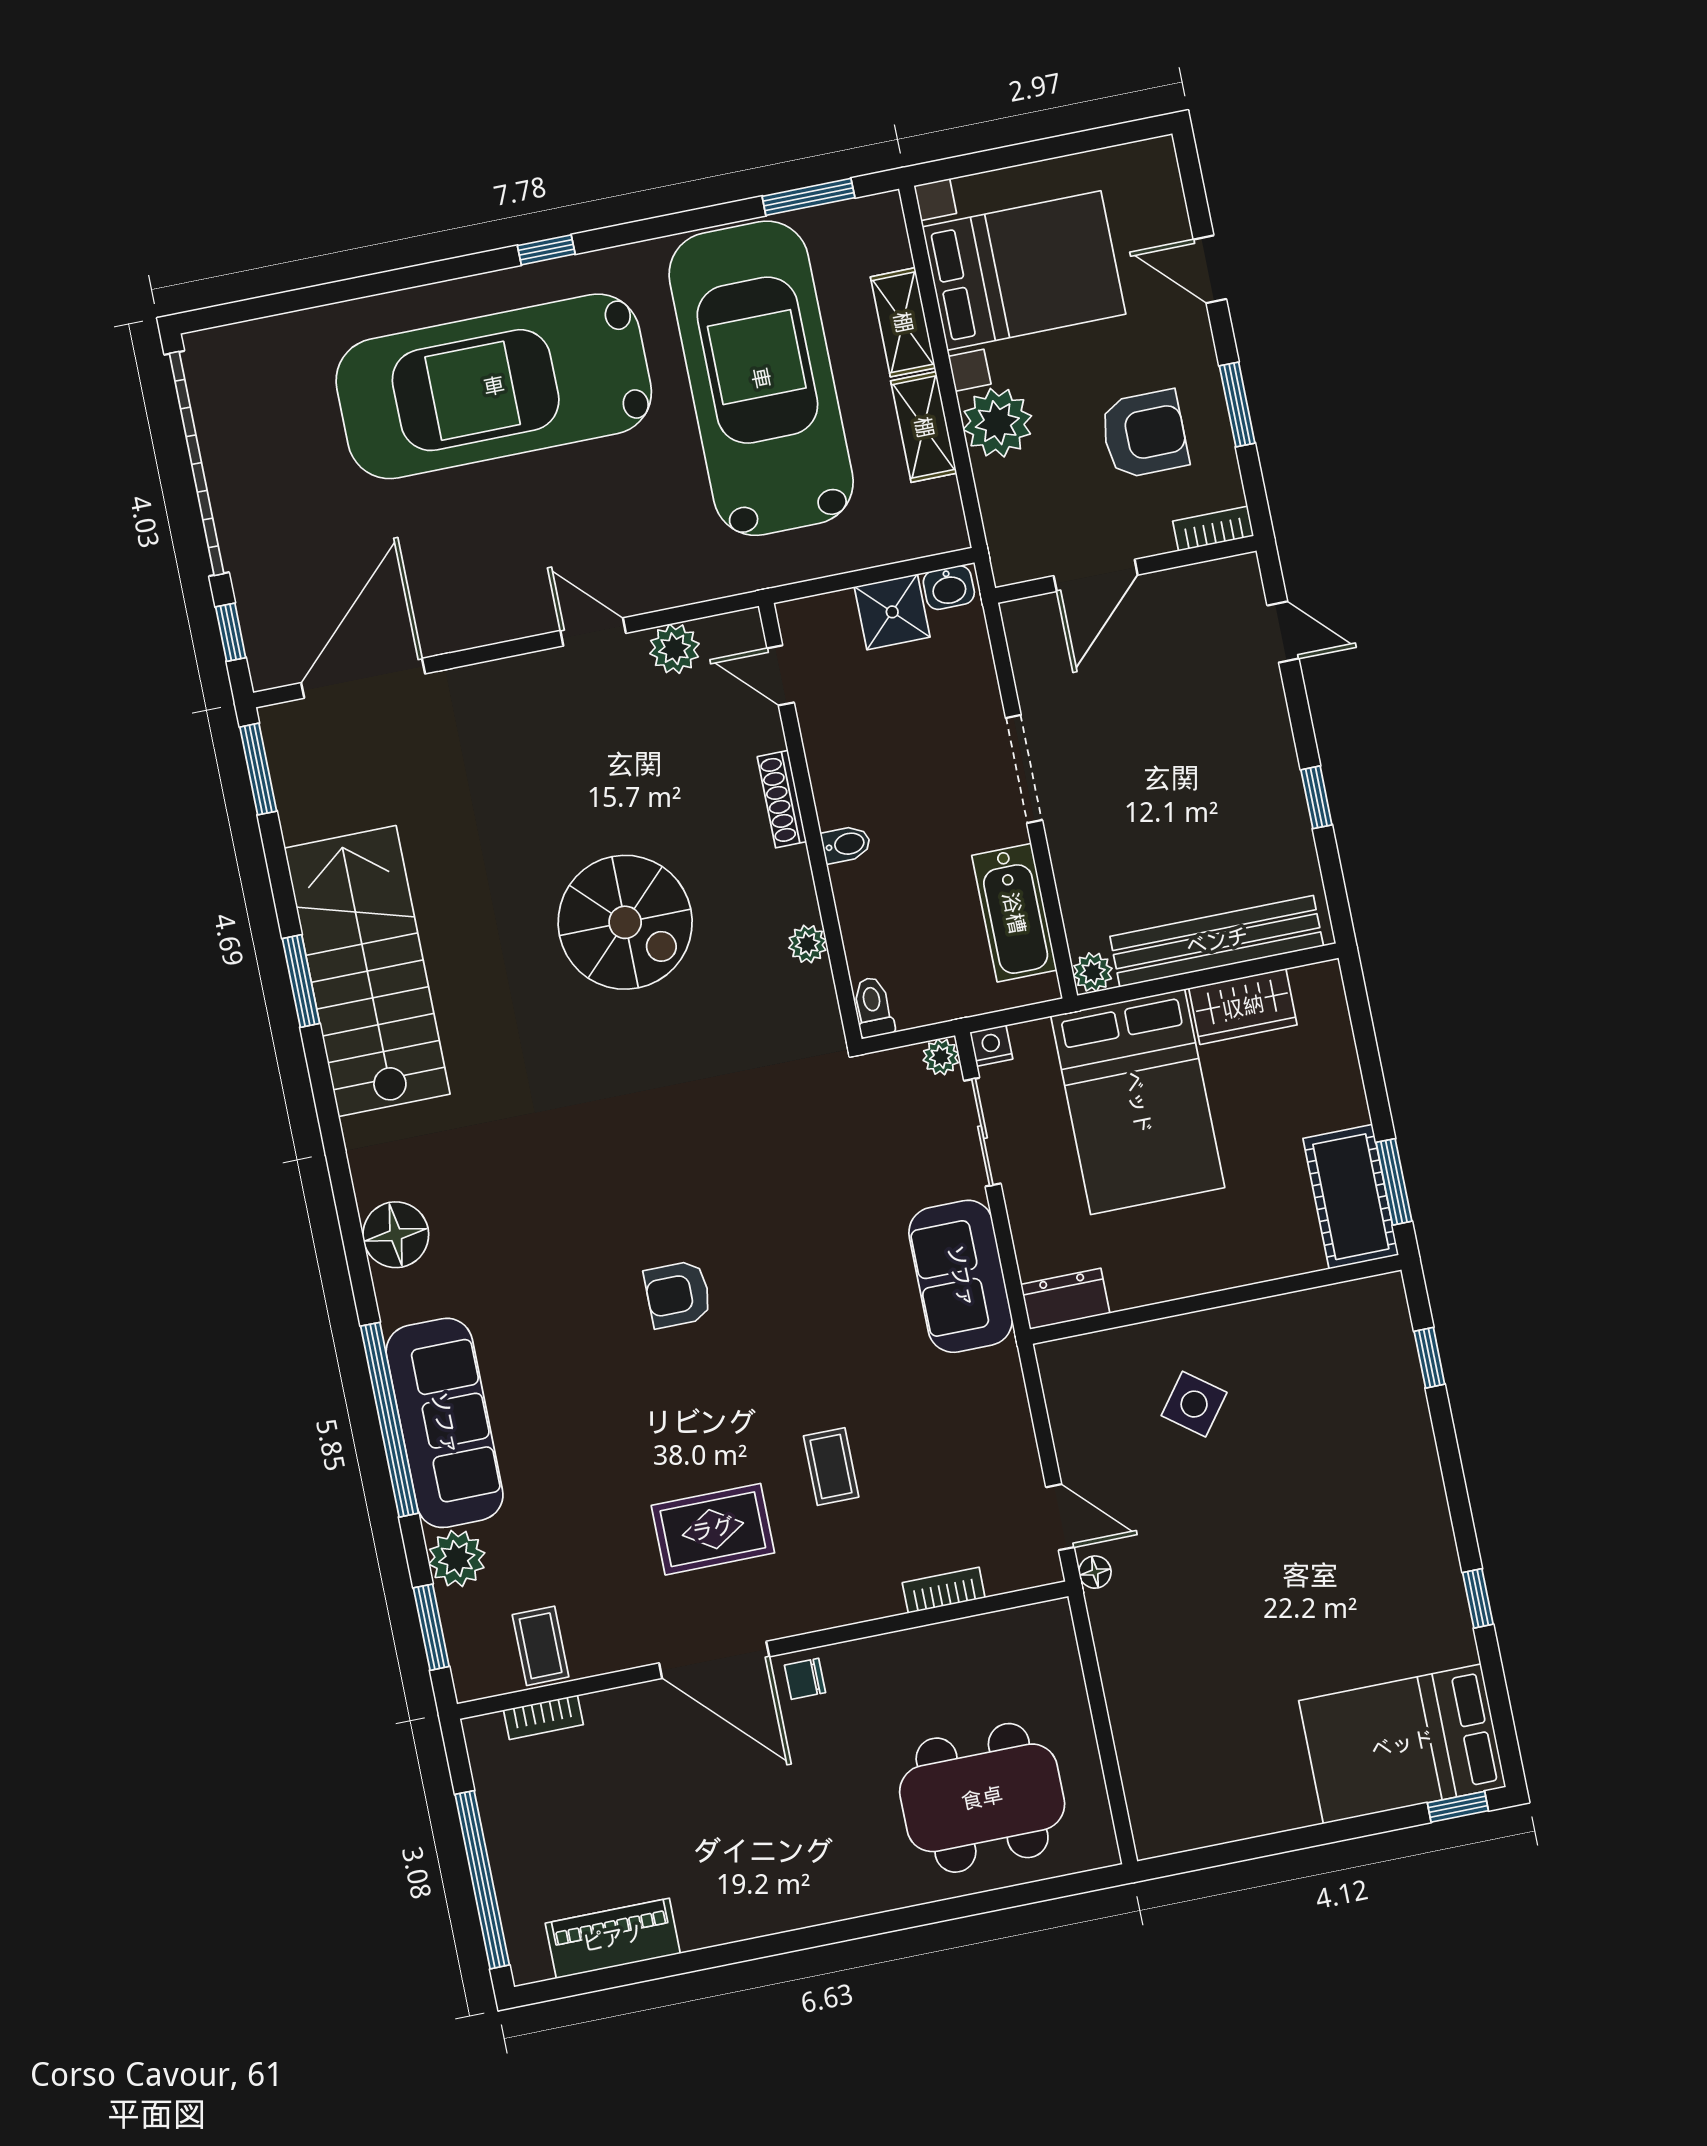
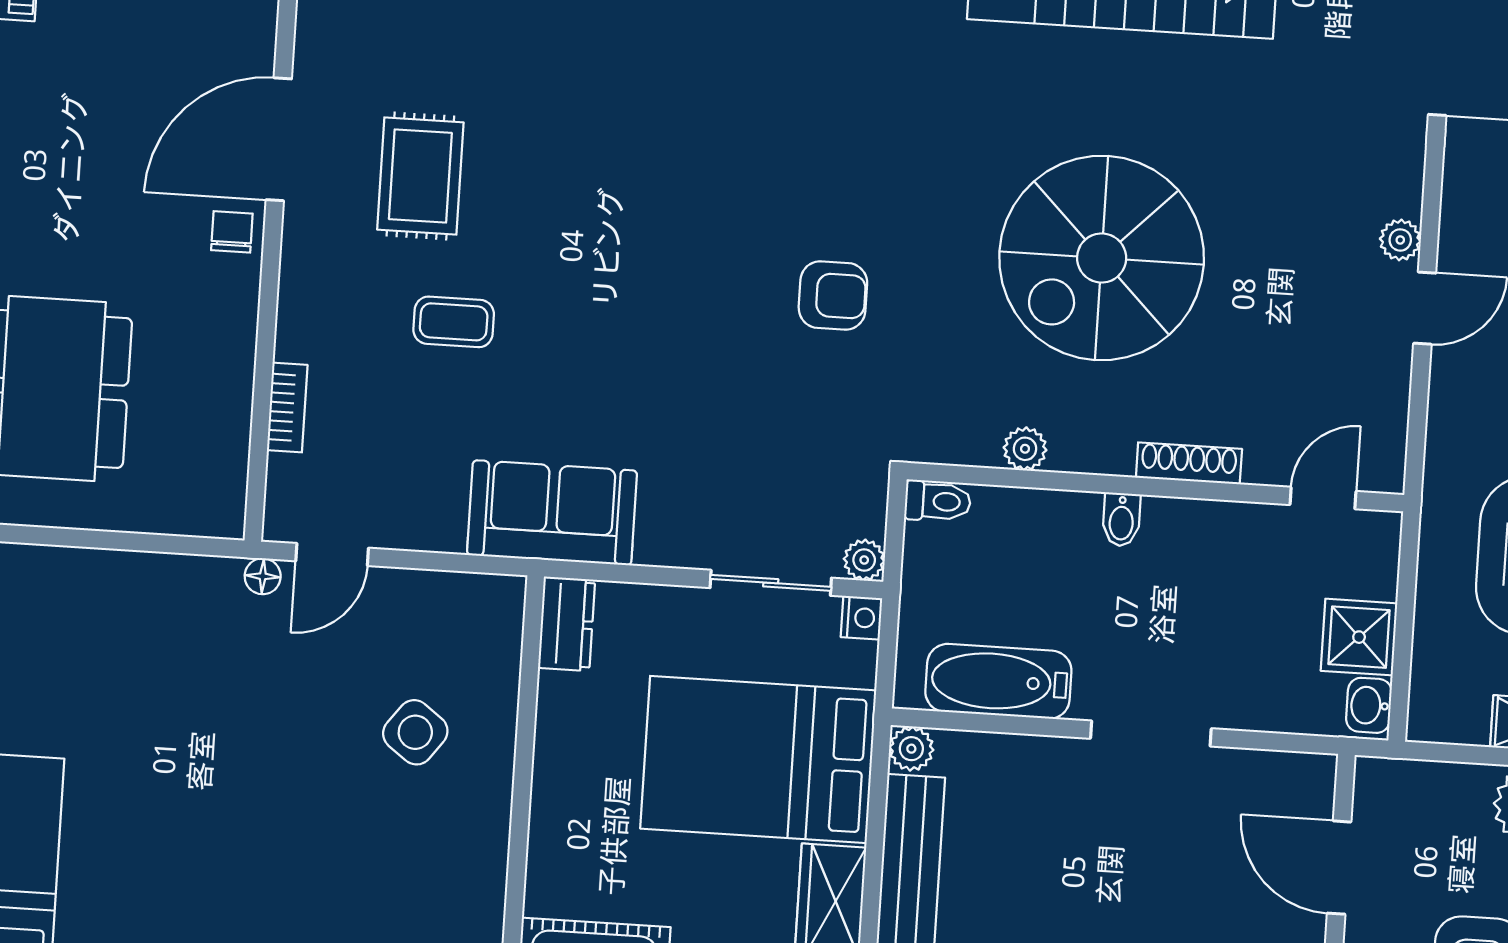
plant: (674, 649) -> (1400, 240), moved, width x0.73, depth x0.73
spiral stairs: (625, 922) -> (1102, 258), width x1.37, depth x1.37
sofa: (961, 1276) -> (552, 513), moved
armchair: (678, 1294) -> (833, 295), moved, turned 90

